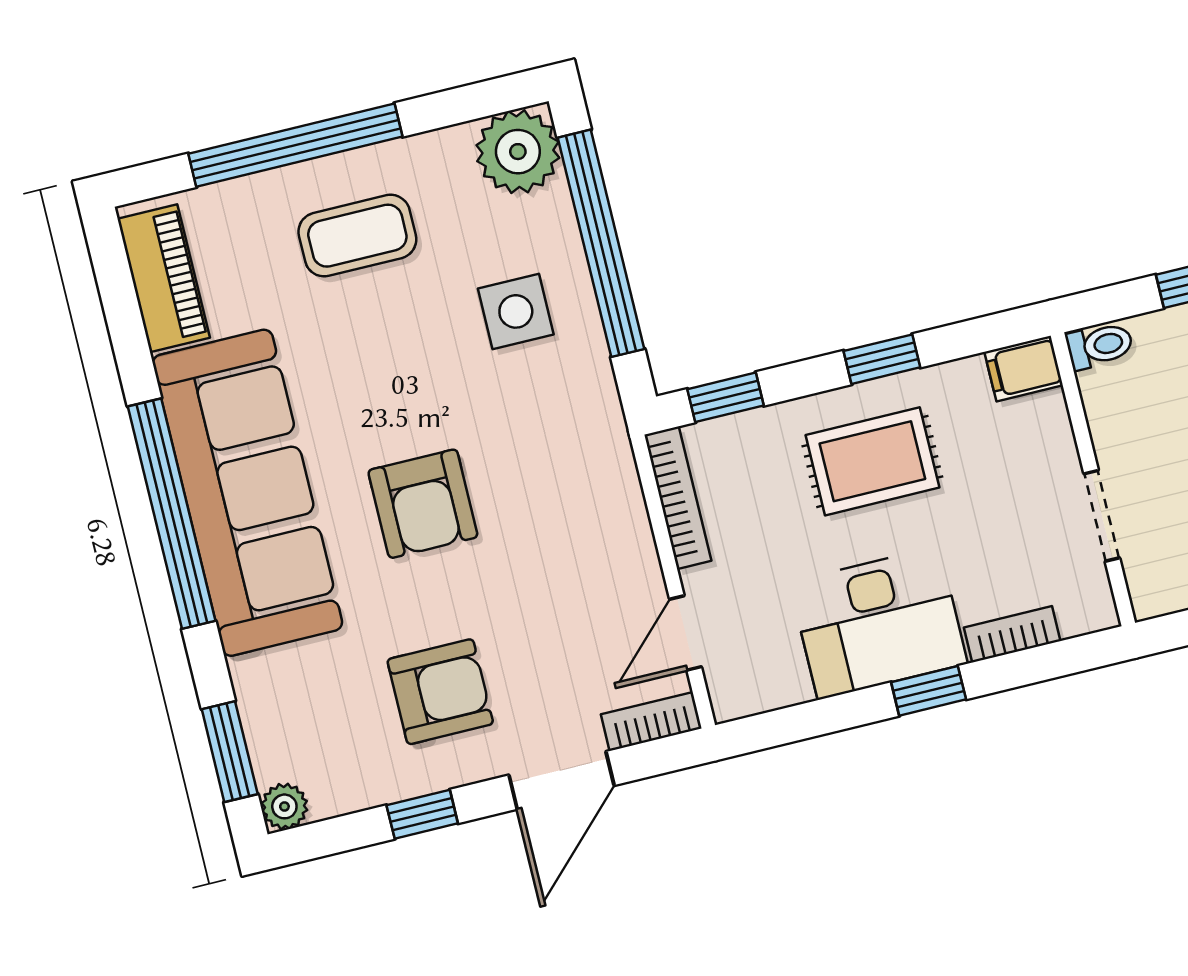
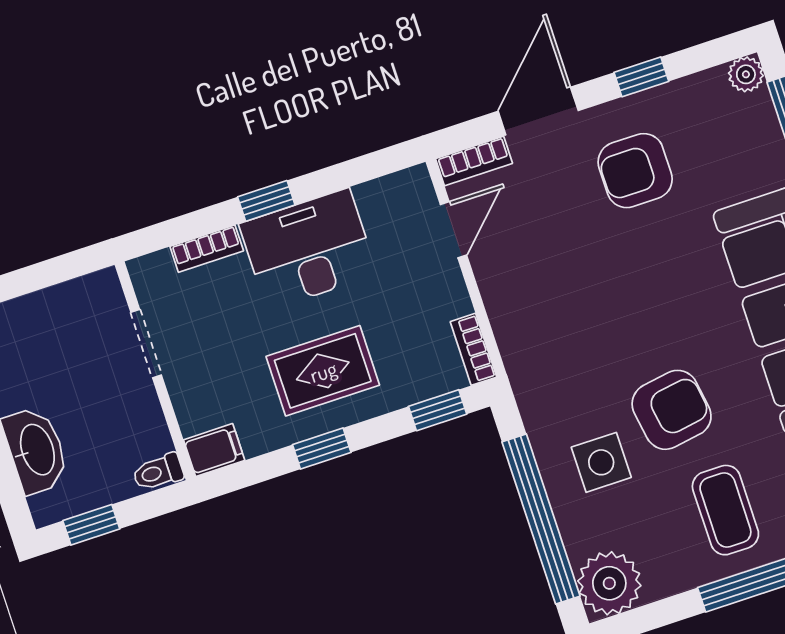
coffee table: (357, 236) -> (725, 510), turned 90
bookcase: (678, 498) -> (473, 349), width x0.64
armchair: (423, 504) -> (672, 410), moved, turned 81

